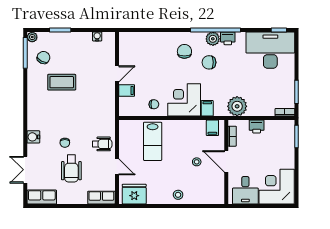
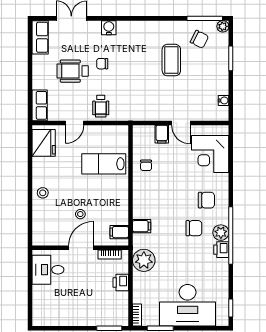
desk: (270, 50) -> (188, 305), moved, turned 90
chair: (209, 62) -> (194, 228), turned 90
corner desk: (184, 100) -> (210, 154), moved, turned 180
corner desk: (277, 187) -> (52, 305), removed

